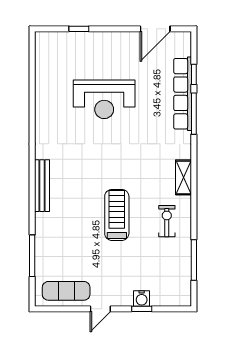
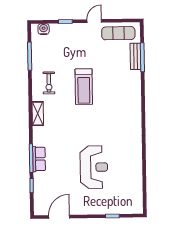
row of seats: (183, 94) -> (39, 159), width x0.50
reception desk: (104, 99) -> (94, 167), turned 90
bench: (42, 186) -> (135, 56), moved, width x0.73
water cooler: (142, 299) -> (44, 29), moved

